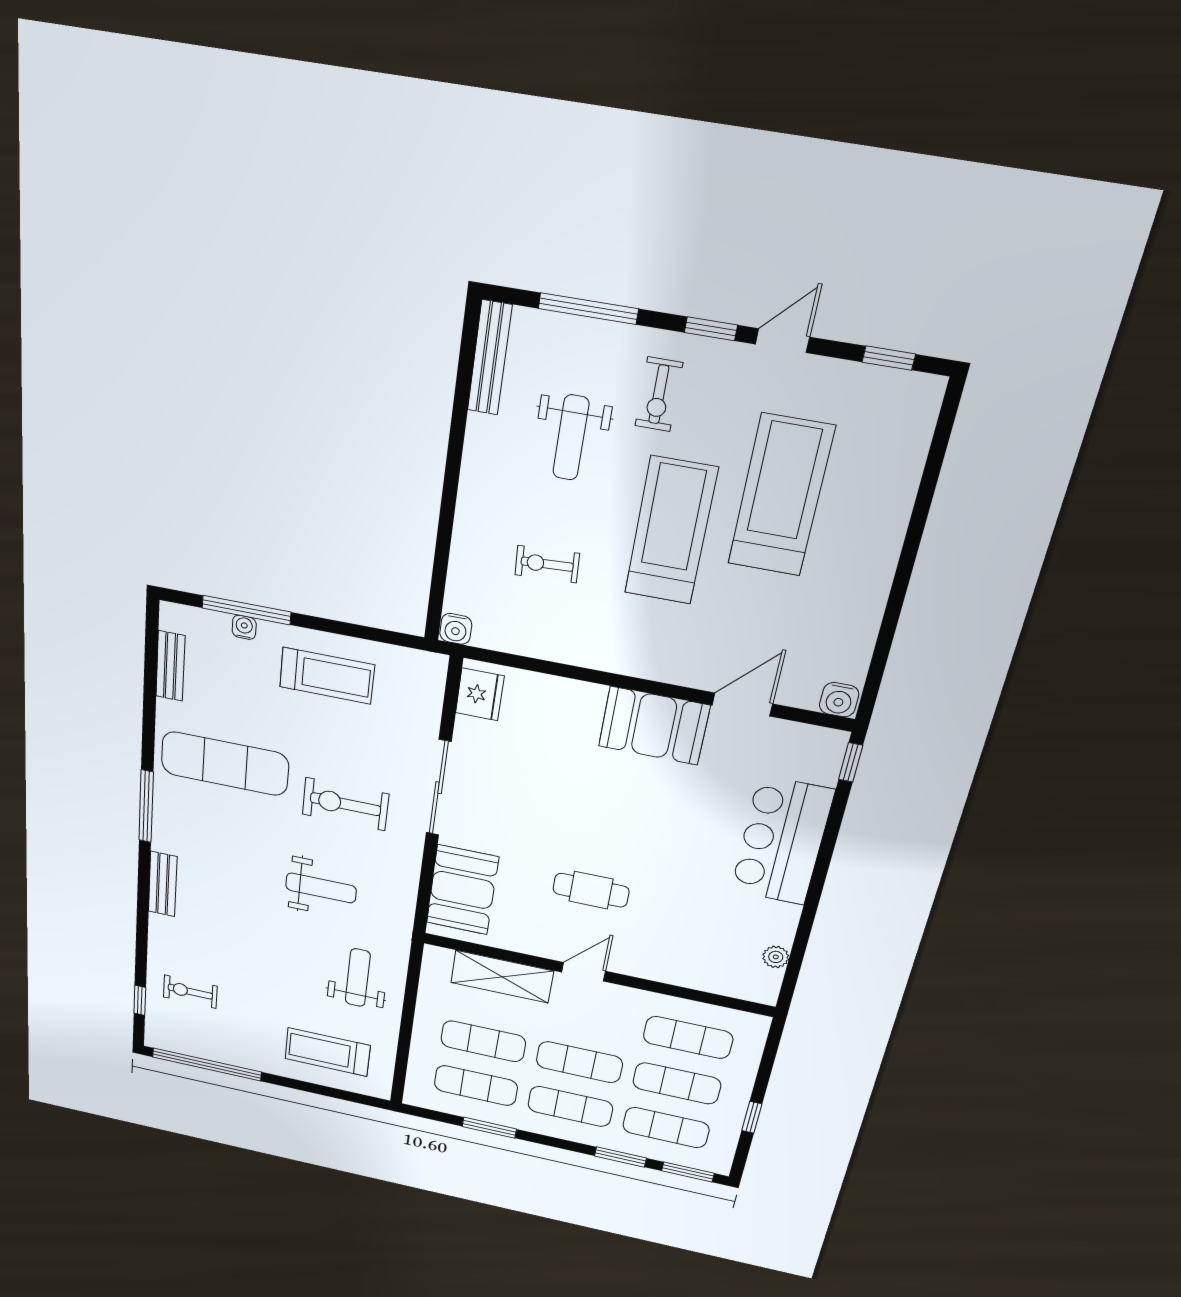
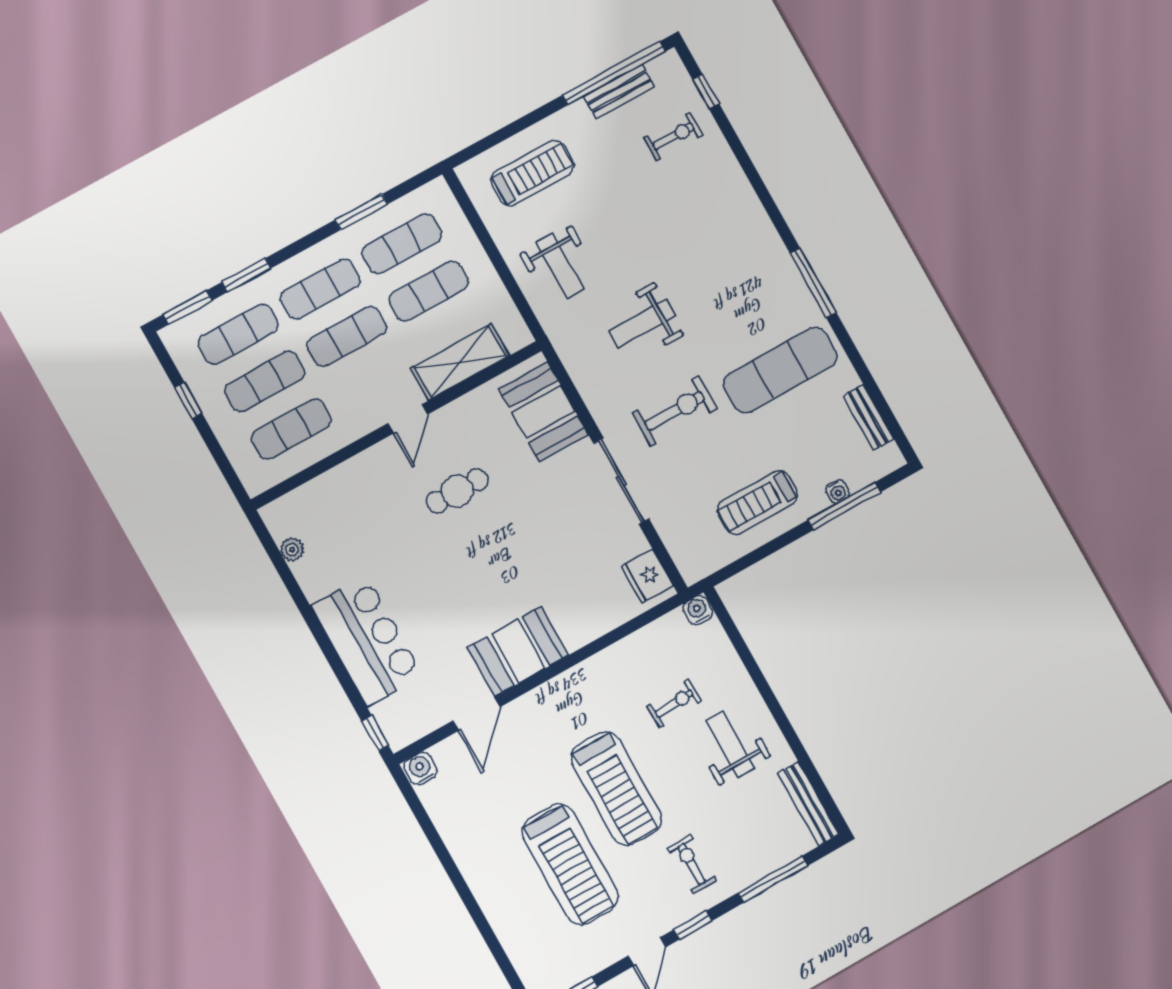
weight bench: (571, 438) -> (730, 744), moved
bench: (163, 884) -> (619, 92), moved, turned 90

